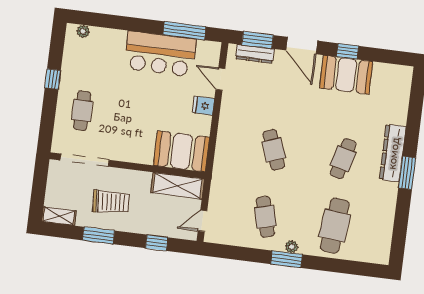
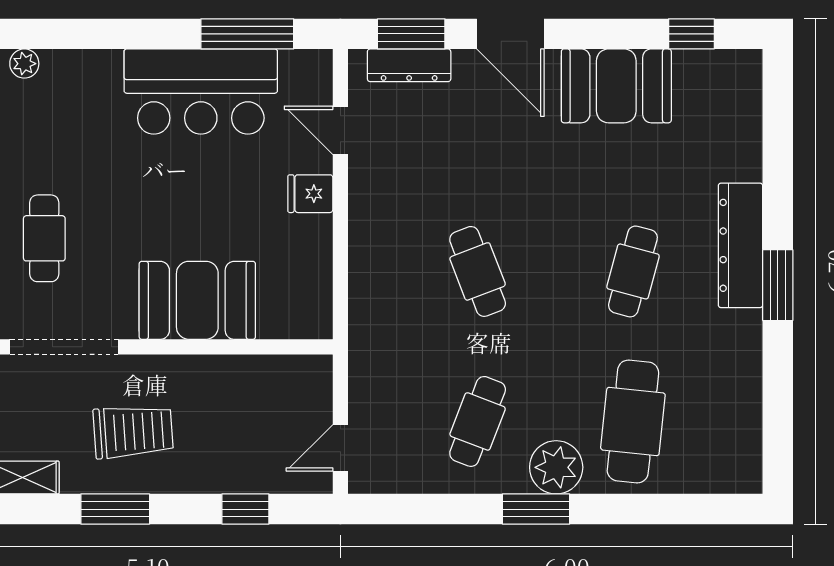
window: (348, 51) -> (691, 34), moved
booth: (181, 151) -> (197, 300), moved
shelving: (178, 186) -> (275, 377), removed
cafe table: (265, 217) -> (478, 421), turned 36
plant: (292, 247) -> (556, 467), width x1.87, depth x1.87

